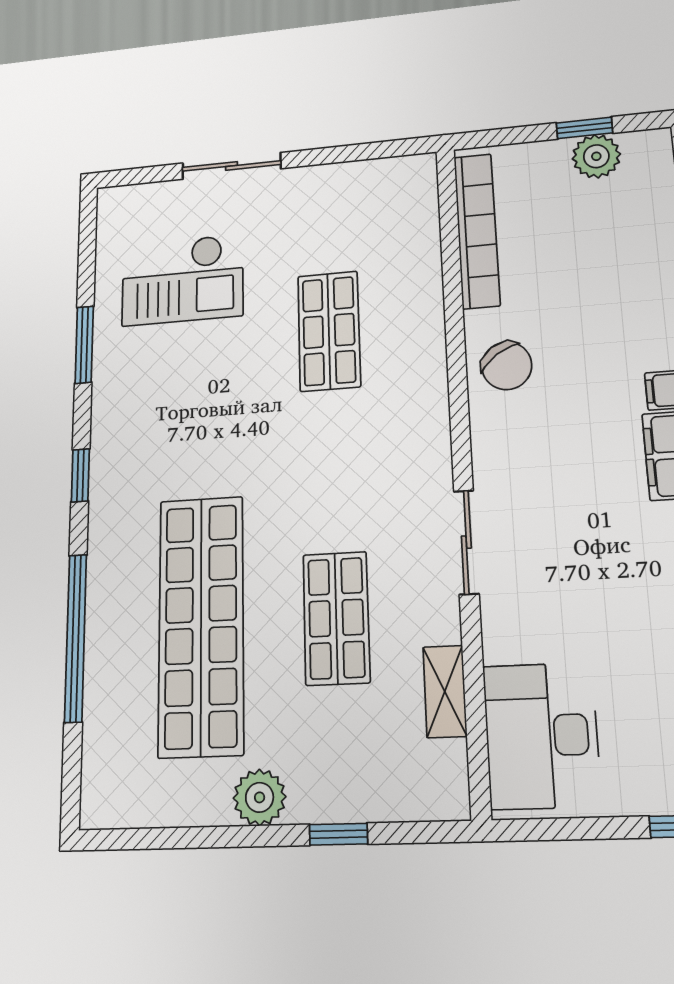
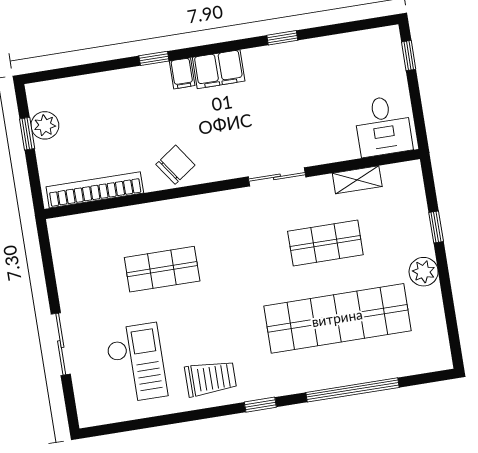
window: (84, 345) -> (181, 417), removed
trolley: (137, 397) -> (211, 378), added
desk: (541, 735) -> (383, 126), width x0.73

